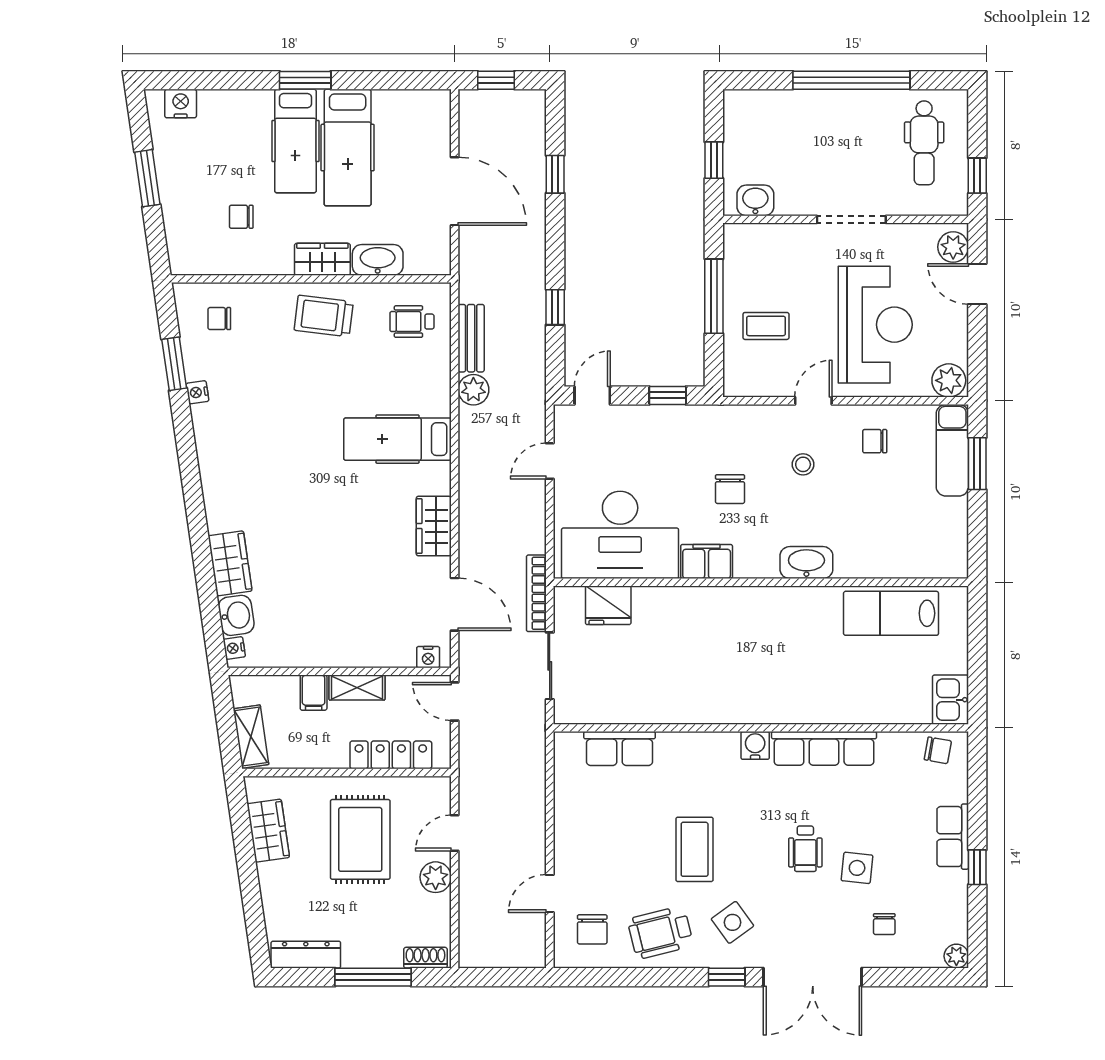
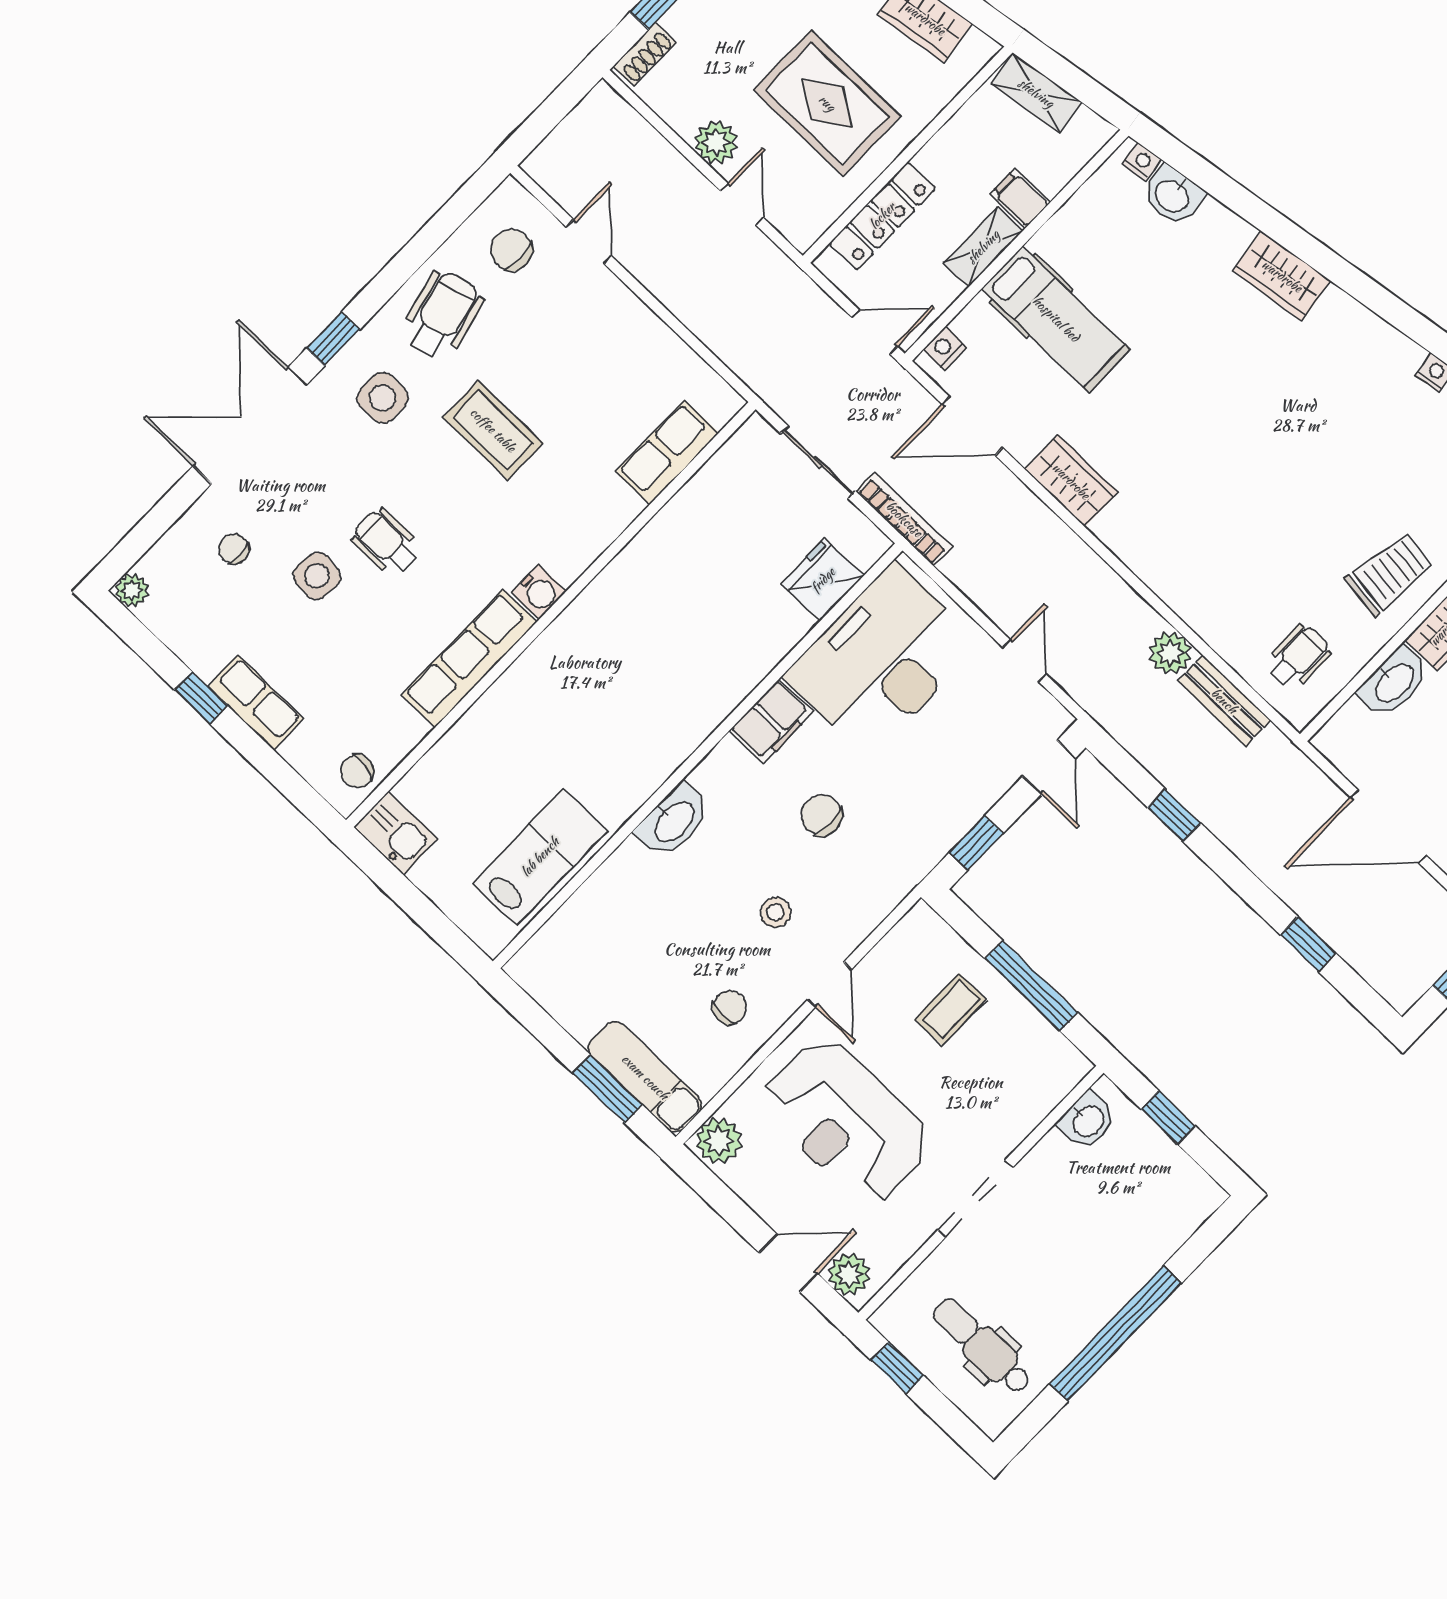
hospital bed: (397, 439) -> (1056, 319), moved, turned 90
wardrobe: (230, 563) -> (1282, 276), moved
side table: (732, 922) -> (383, 398), turned 36

